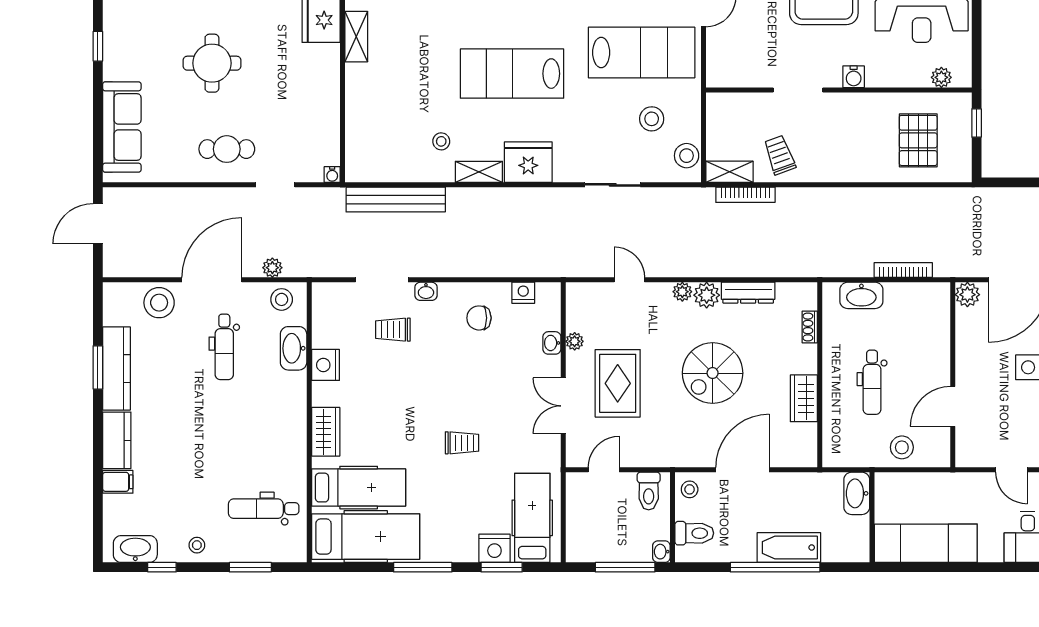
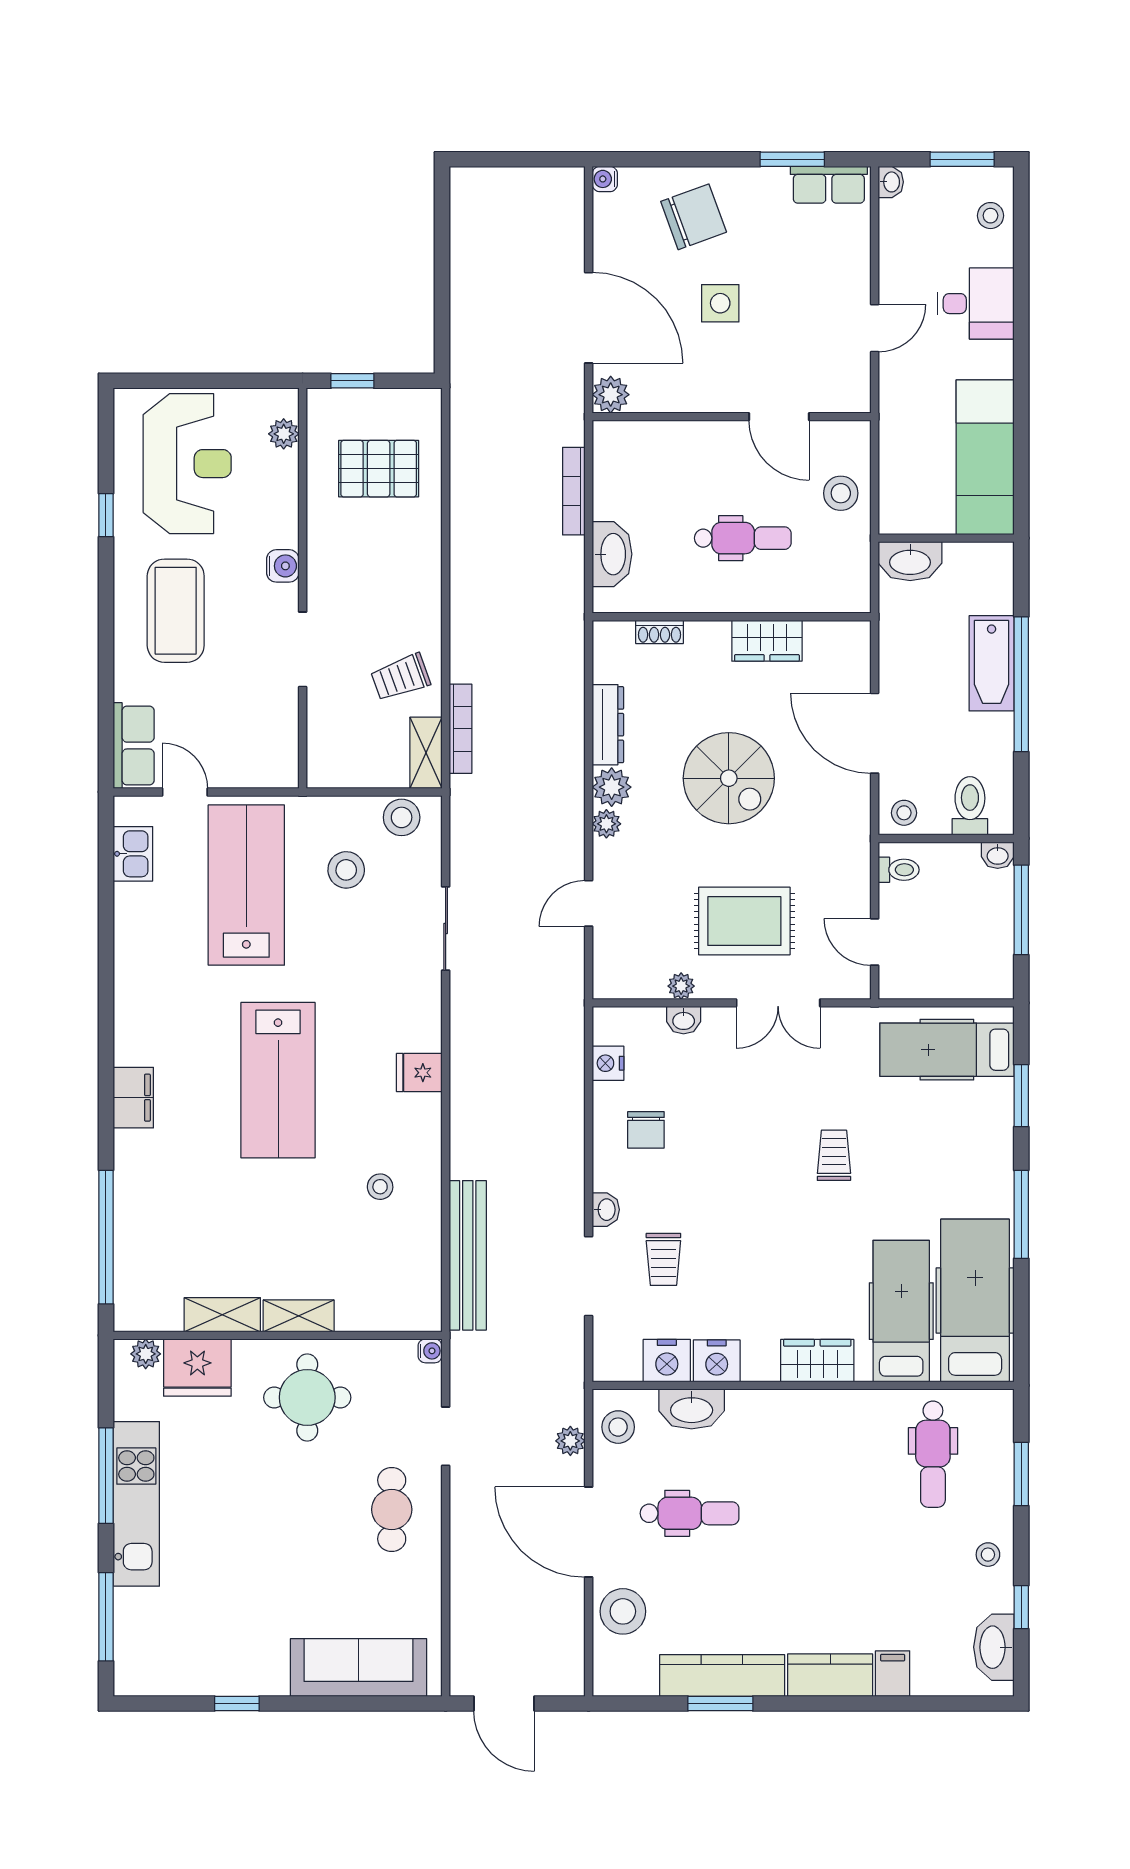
round table: (212, 63) -> (307, 1397), moved
fridge: (528, 162) -> (419, 1073), width x0.53, depth x0.75
shelving: (479, 172) -> (299, 1316), moved, turned 90
toilet: (649, 491) -> (899, 870), width x0.73, depth x0.72
nightstand: (494, 548) -> (667, 1361), moved, turned 90

